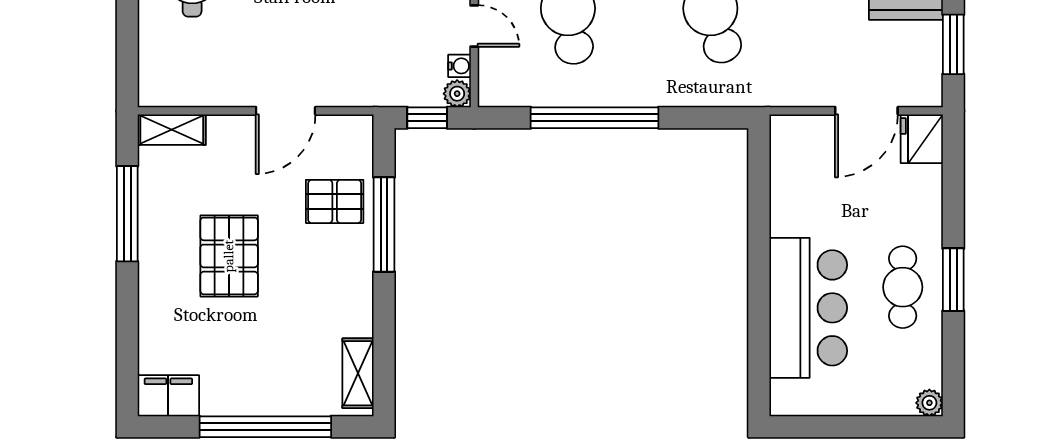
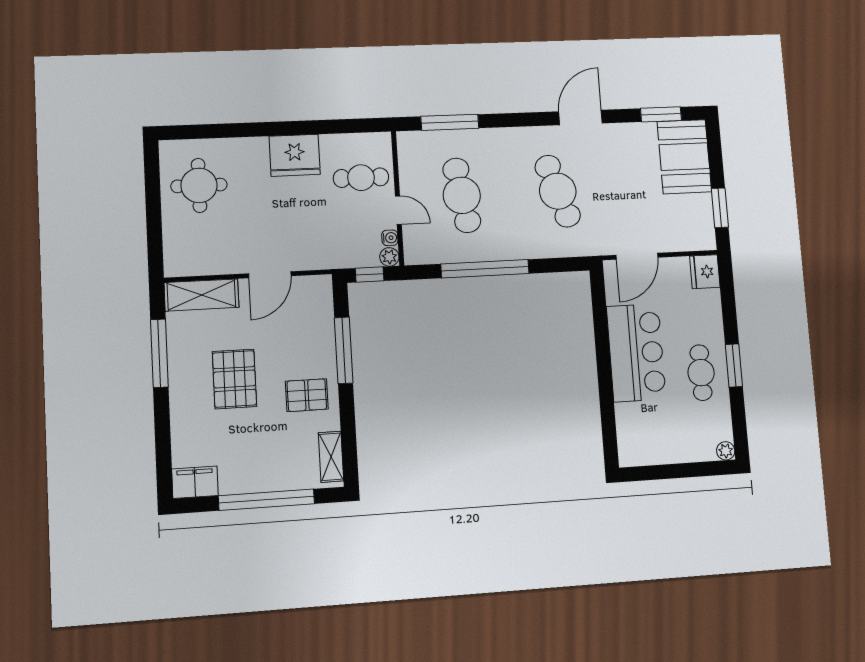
door: (866, 111) -> (637, 256), moved
shelving: (172, 130) -> (201, 295), width x1.50, depth x1.33
pallet: (335, 201) -> (307, 395), moved
bar counter: (808, 308) -> (636, 353), moved

